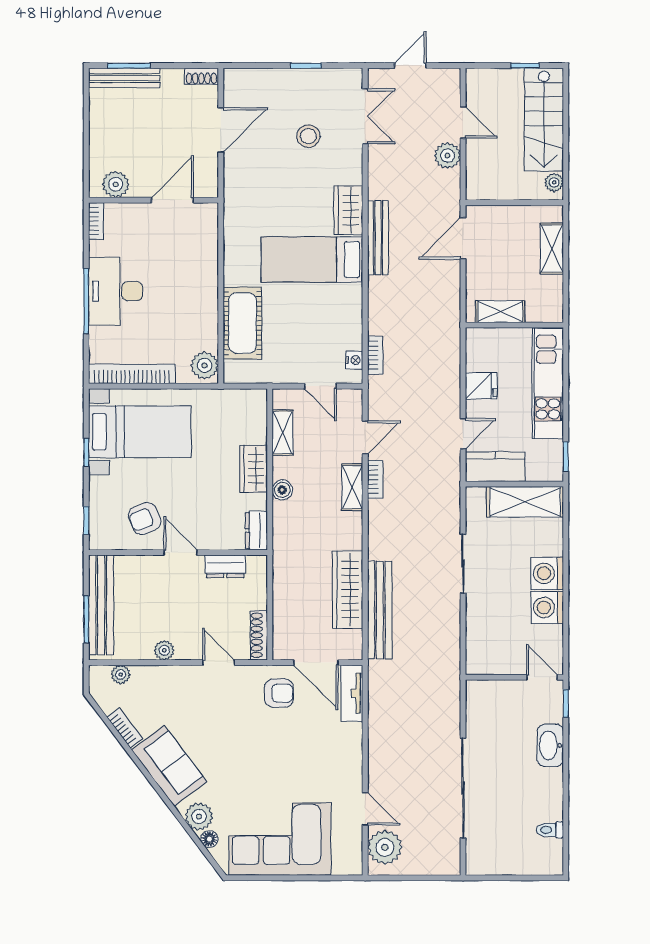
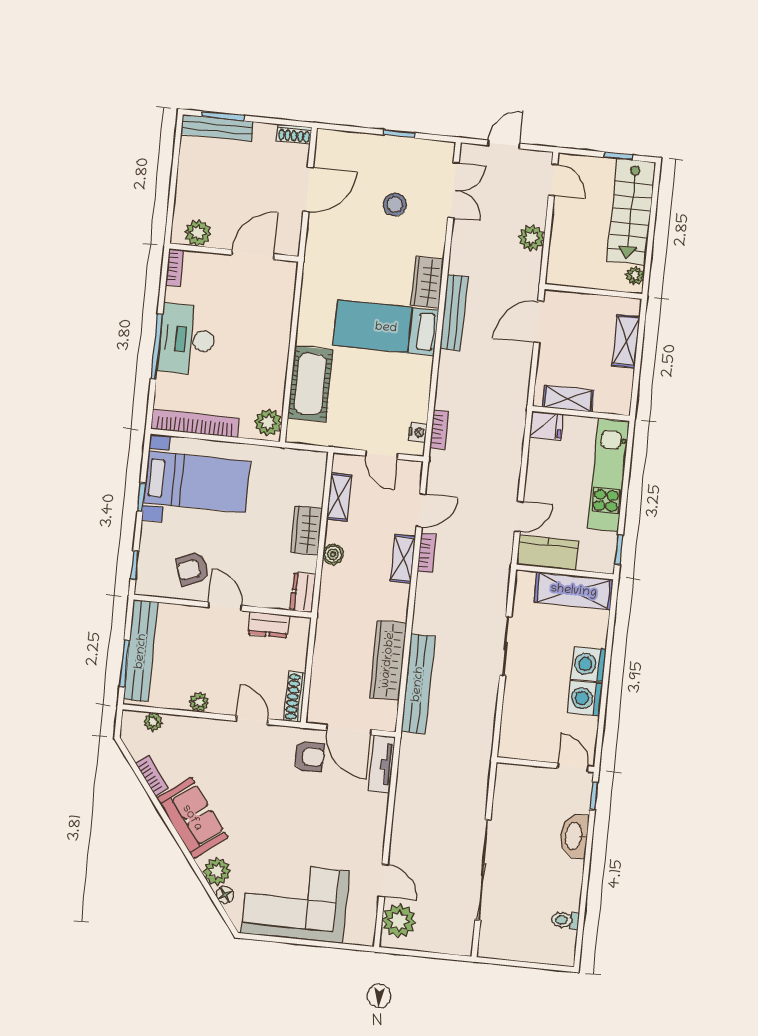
door: (463, 122) -> (553, 180), moved
fridge: (481, 386) -> (546, 426), moved

